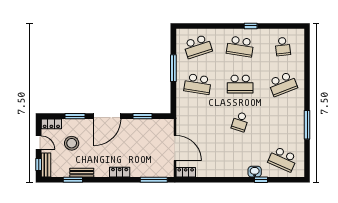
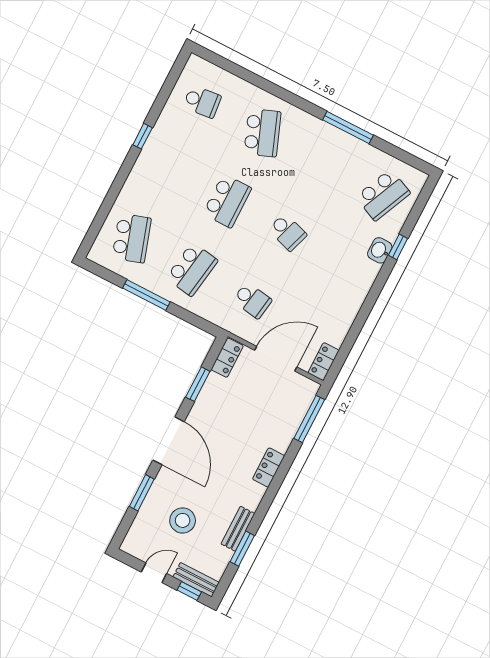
school desk: (240, 46) -> (252, 300), moved, width x0.54
locker: (51, 124) -> (227, 358), moved

